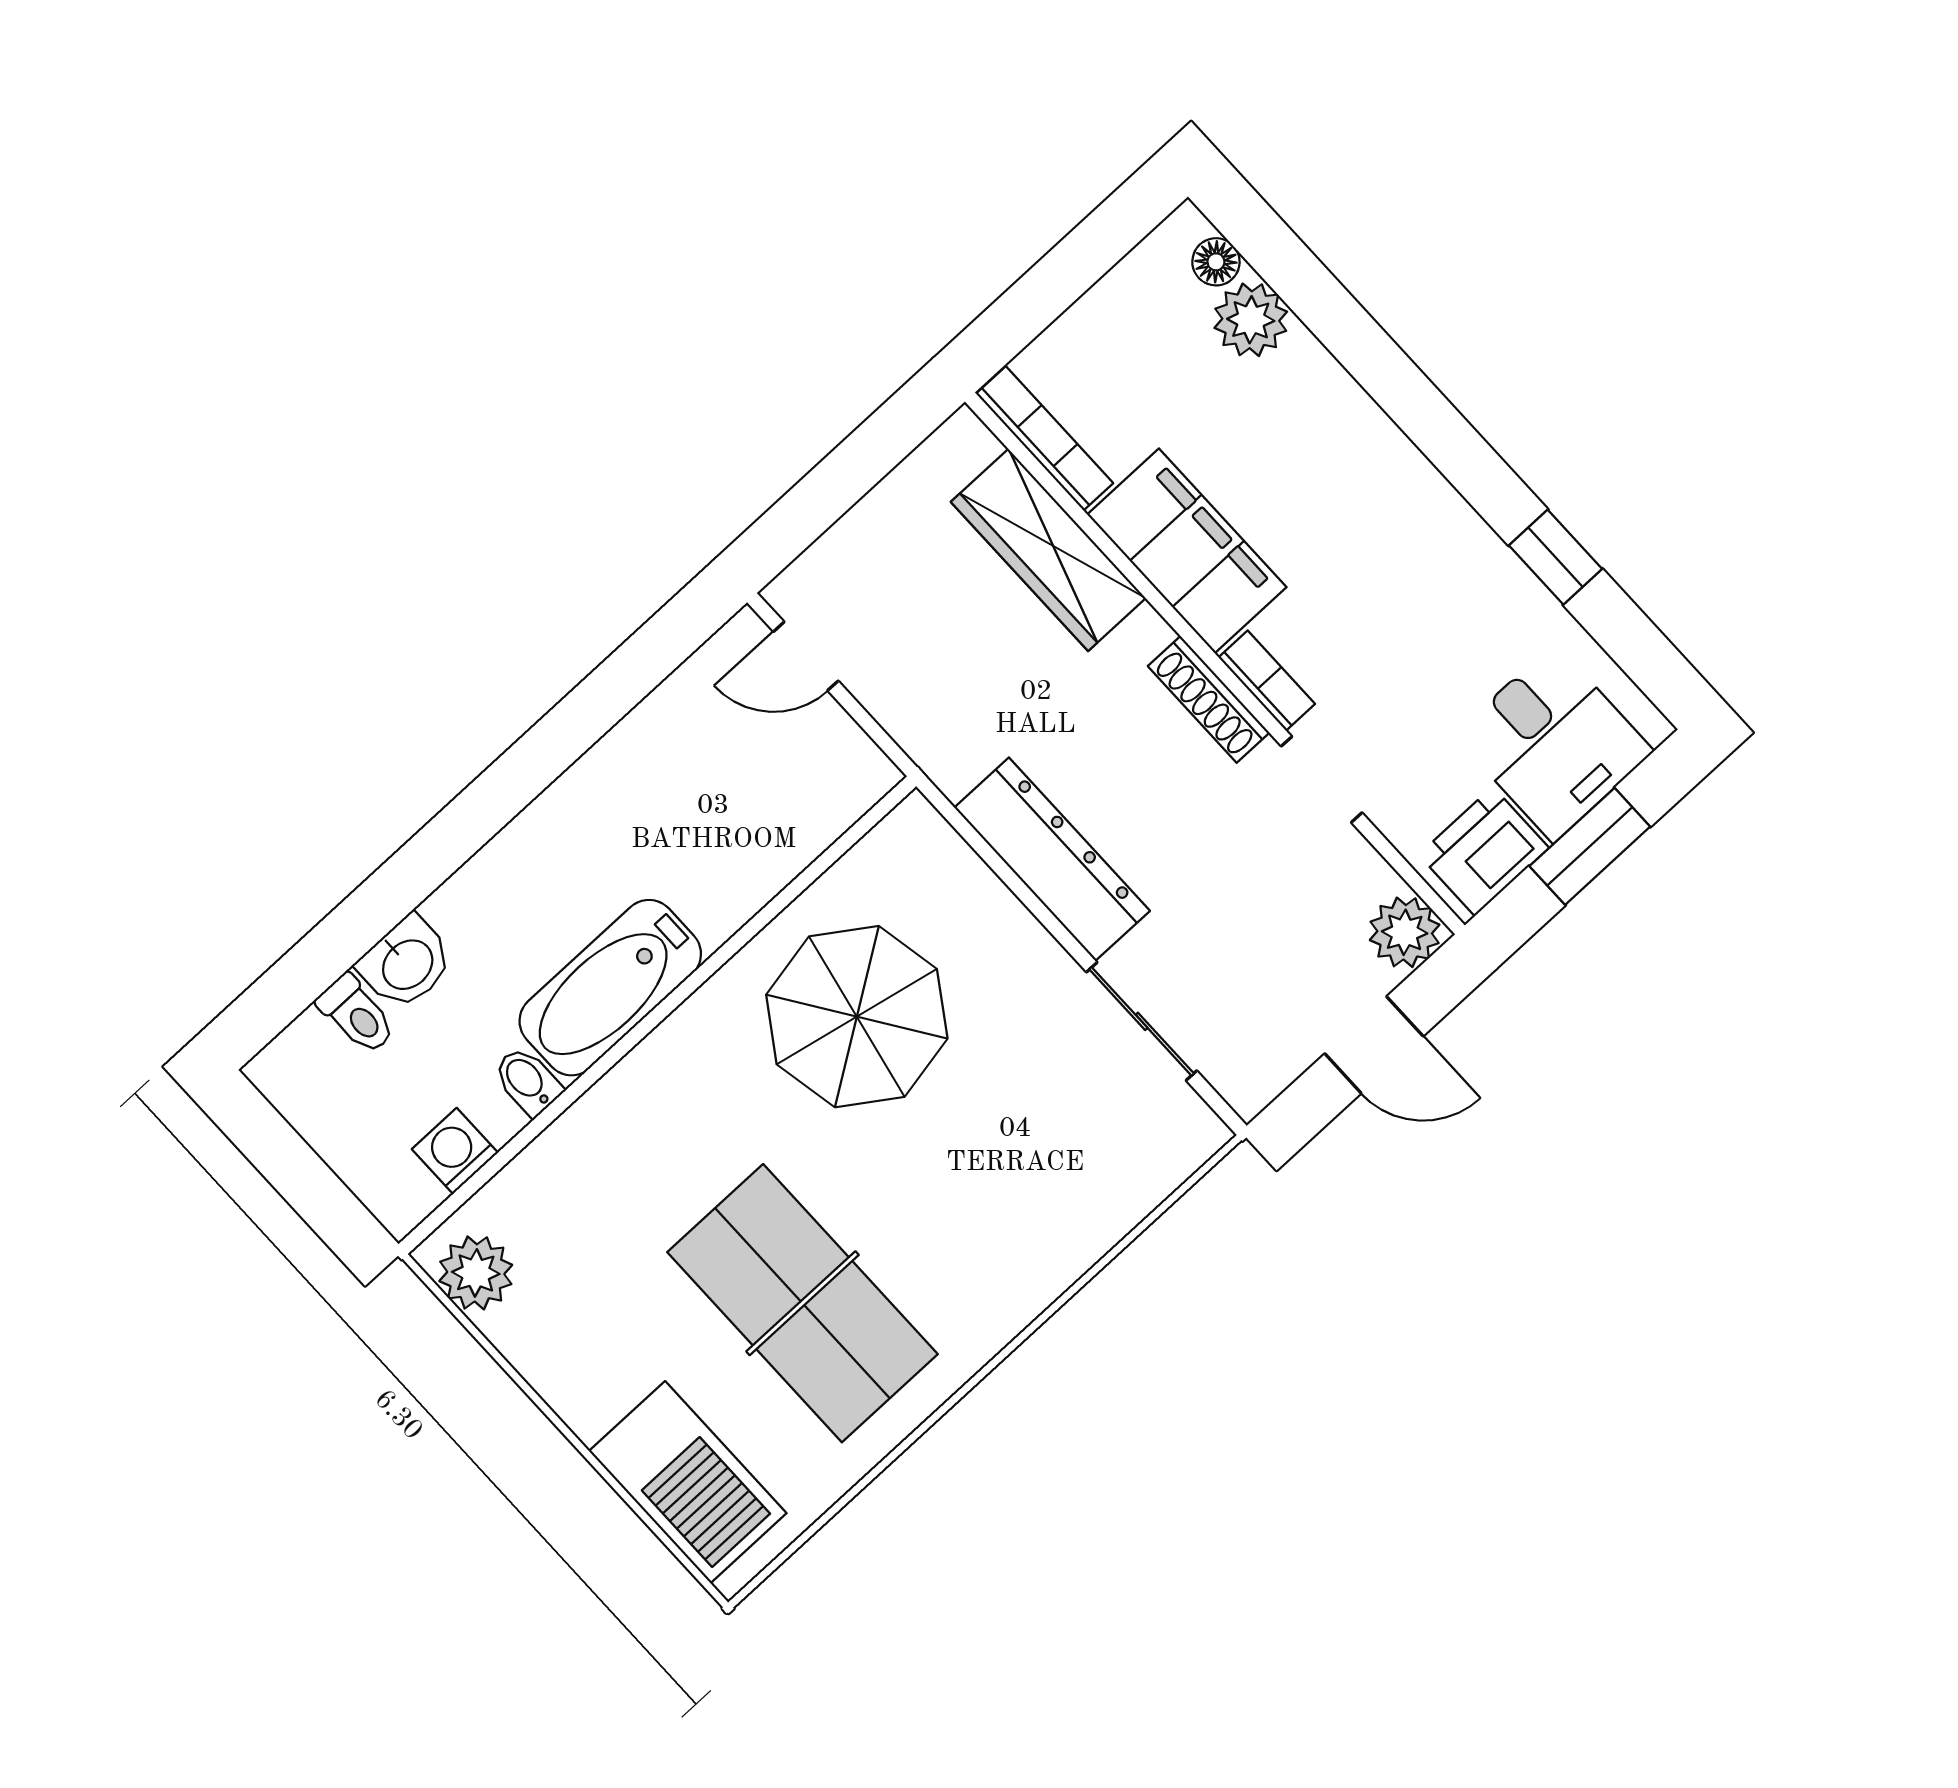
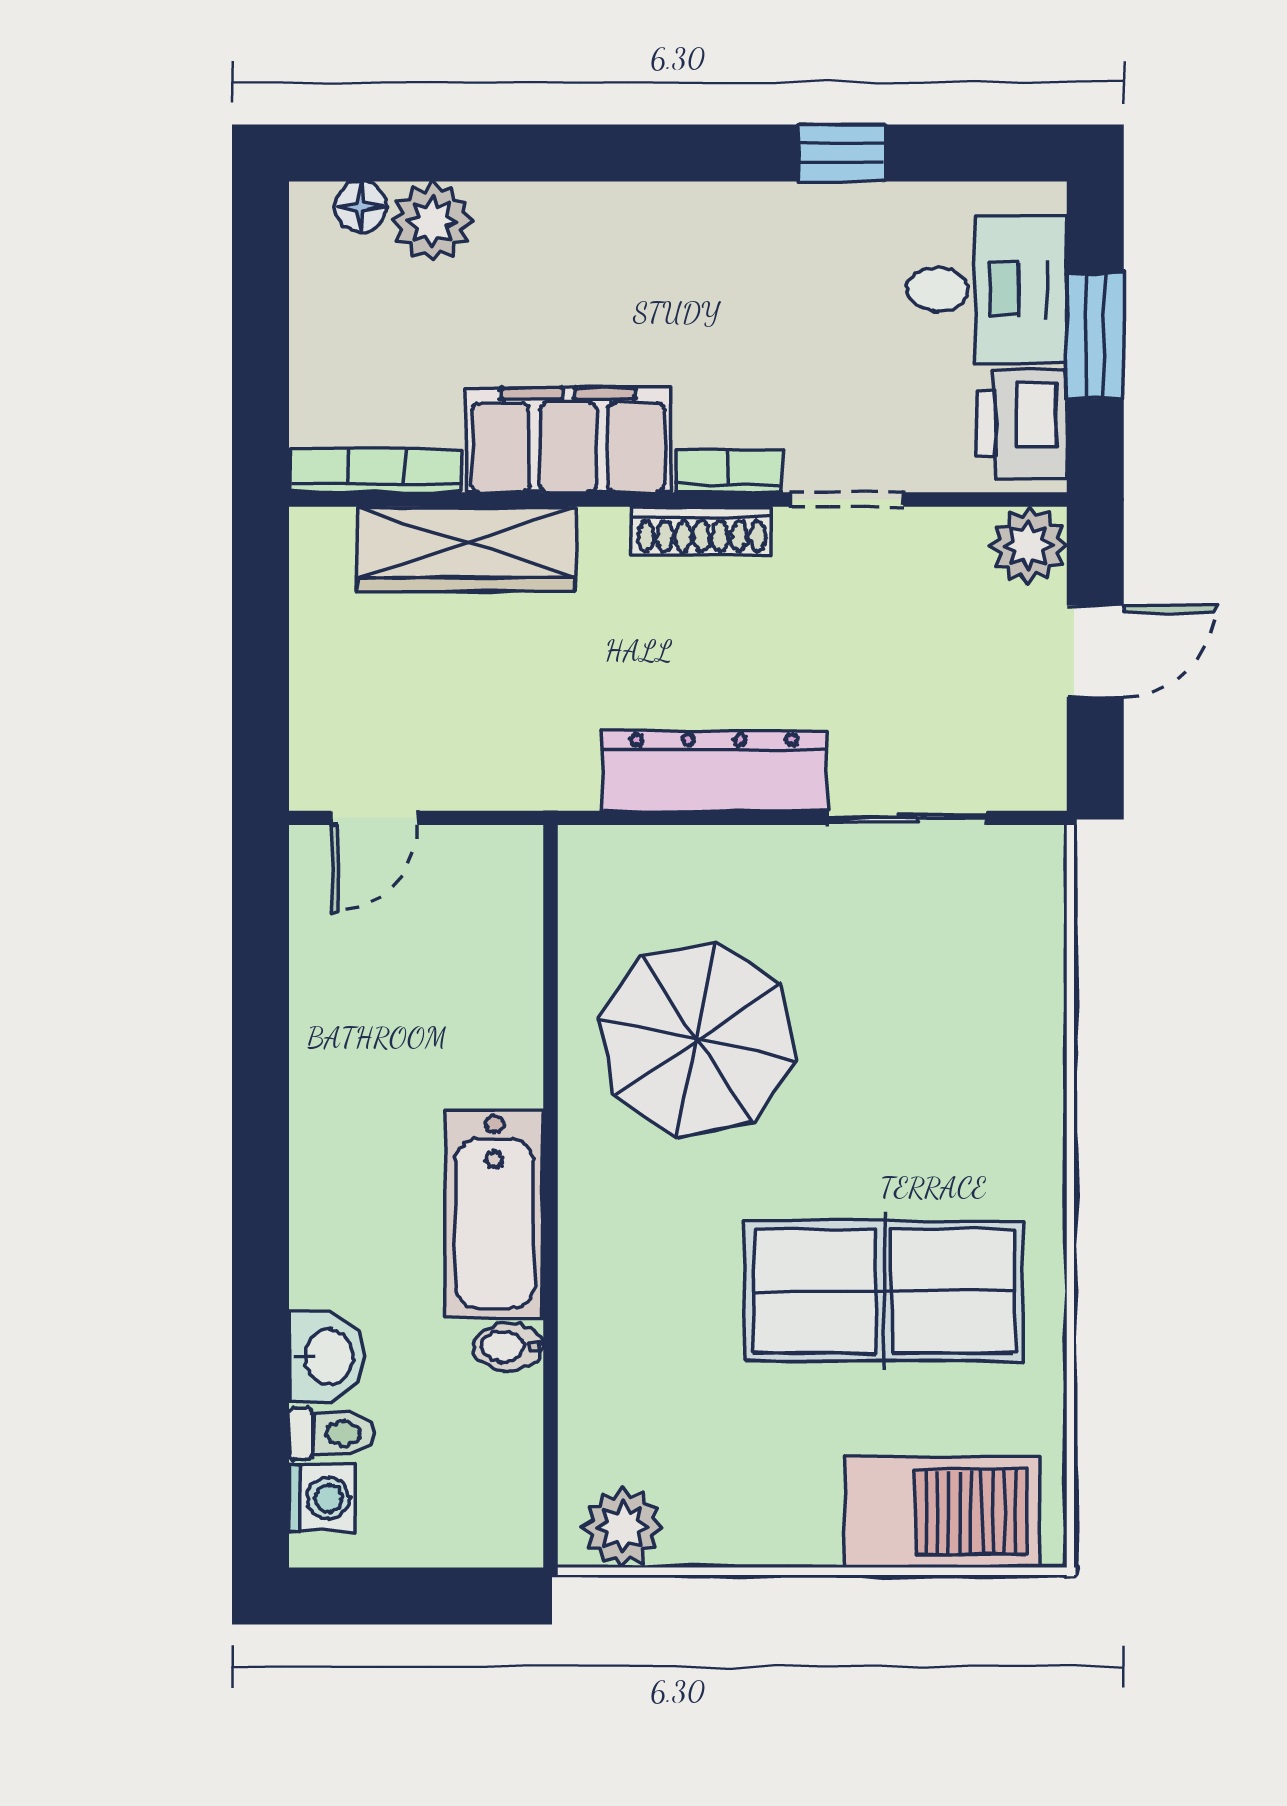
washing machine: (455, 1151) -> (322, 1498), moved, turned 180

